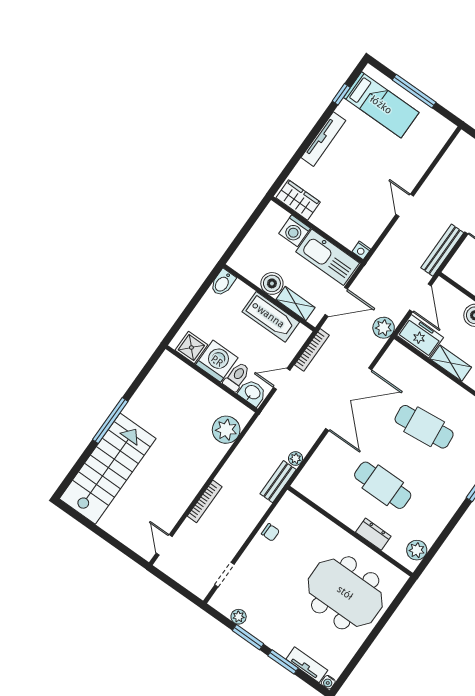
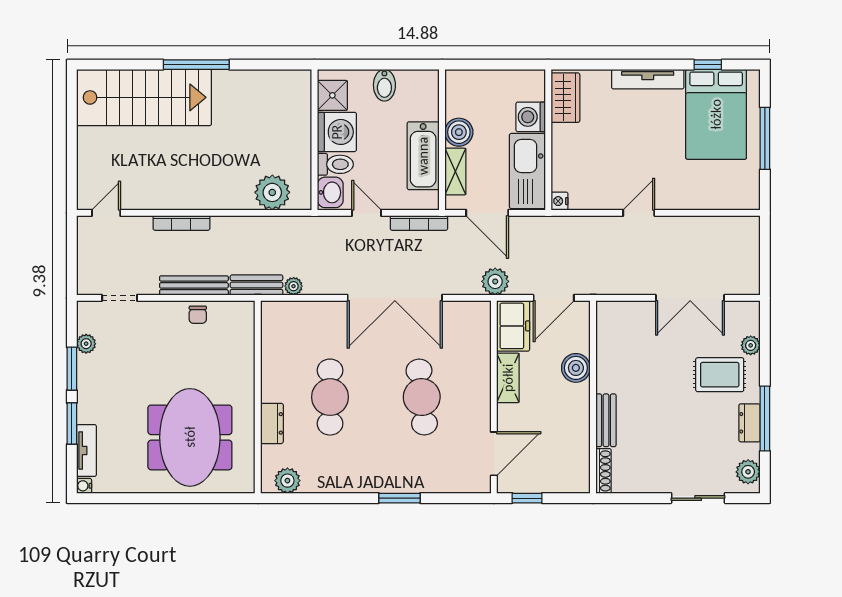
bed: (381, 105) -> (716, 114), width x1.50
bench: (442, 250) -> (194, 285), moved
bidet: (223, 283) -> (384, 85), moved, turned -90

